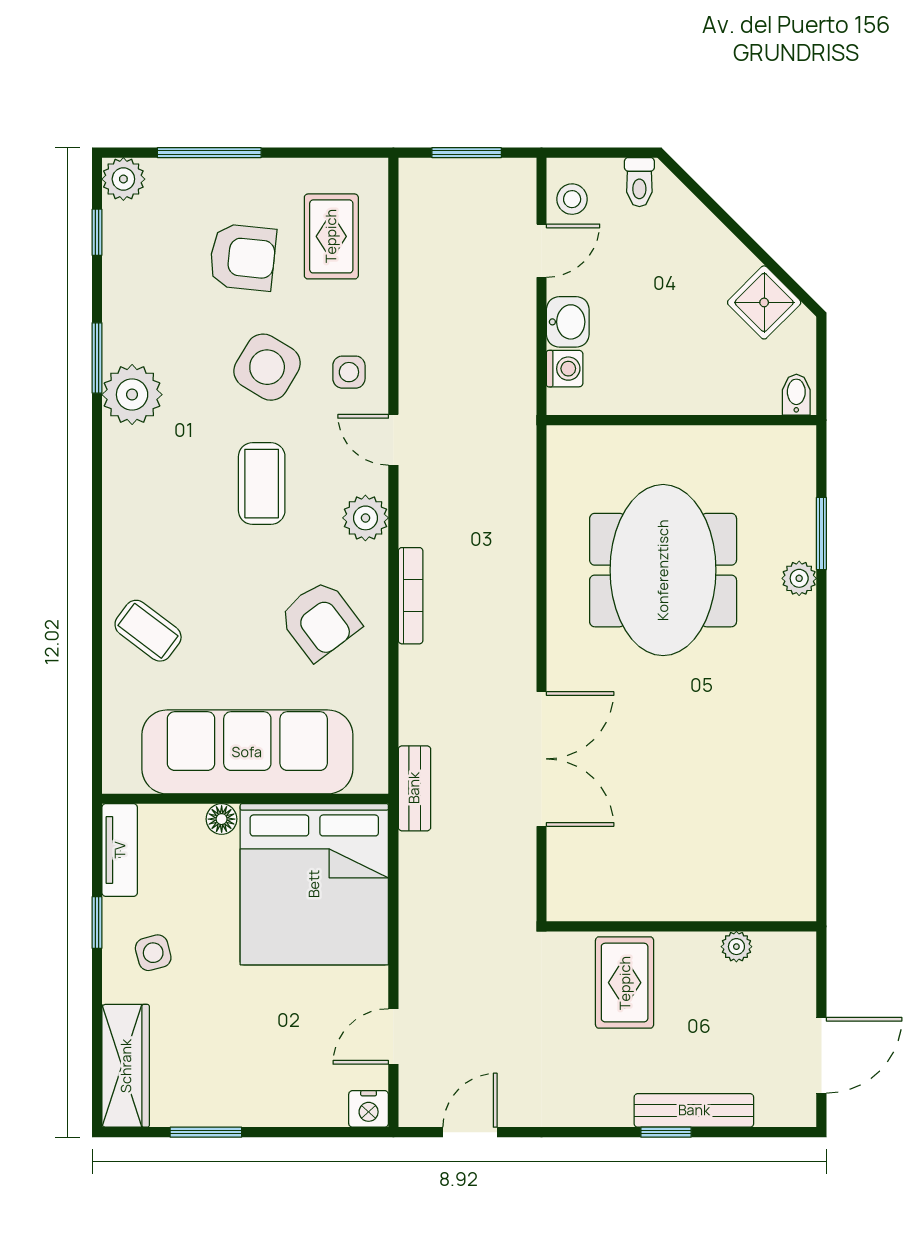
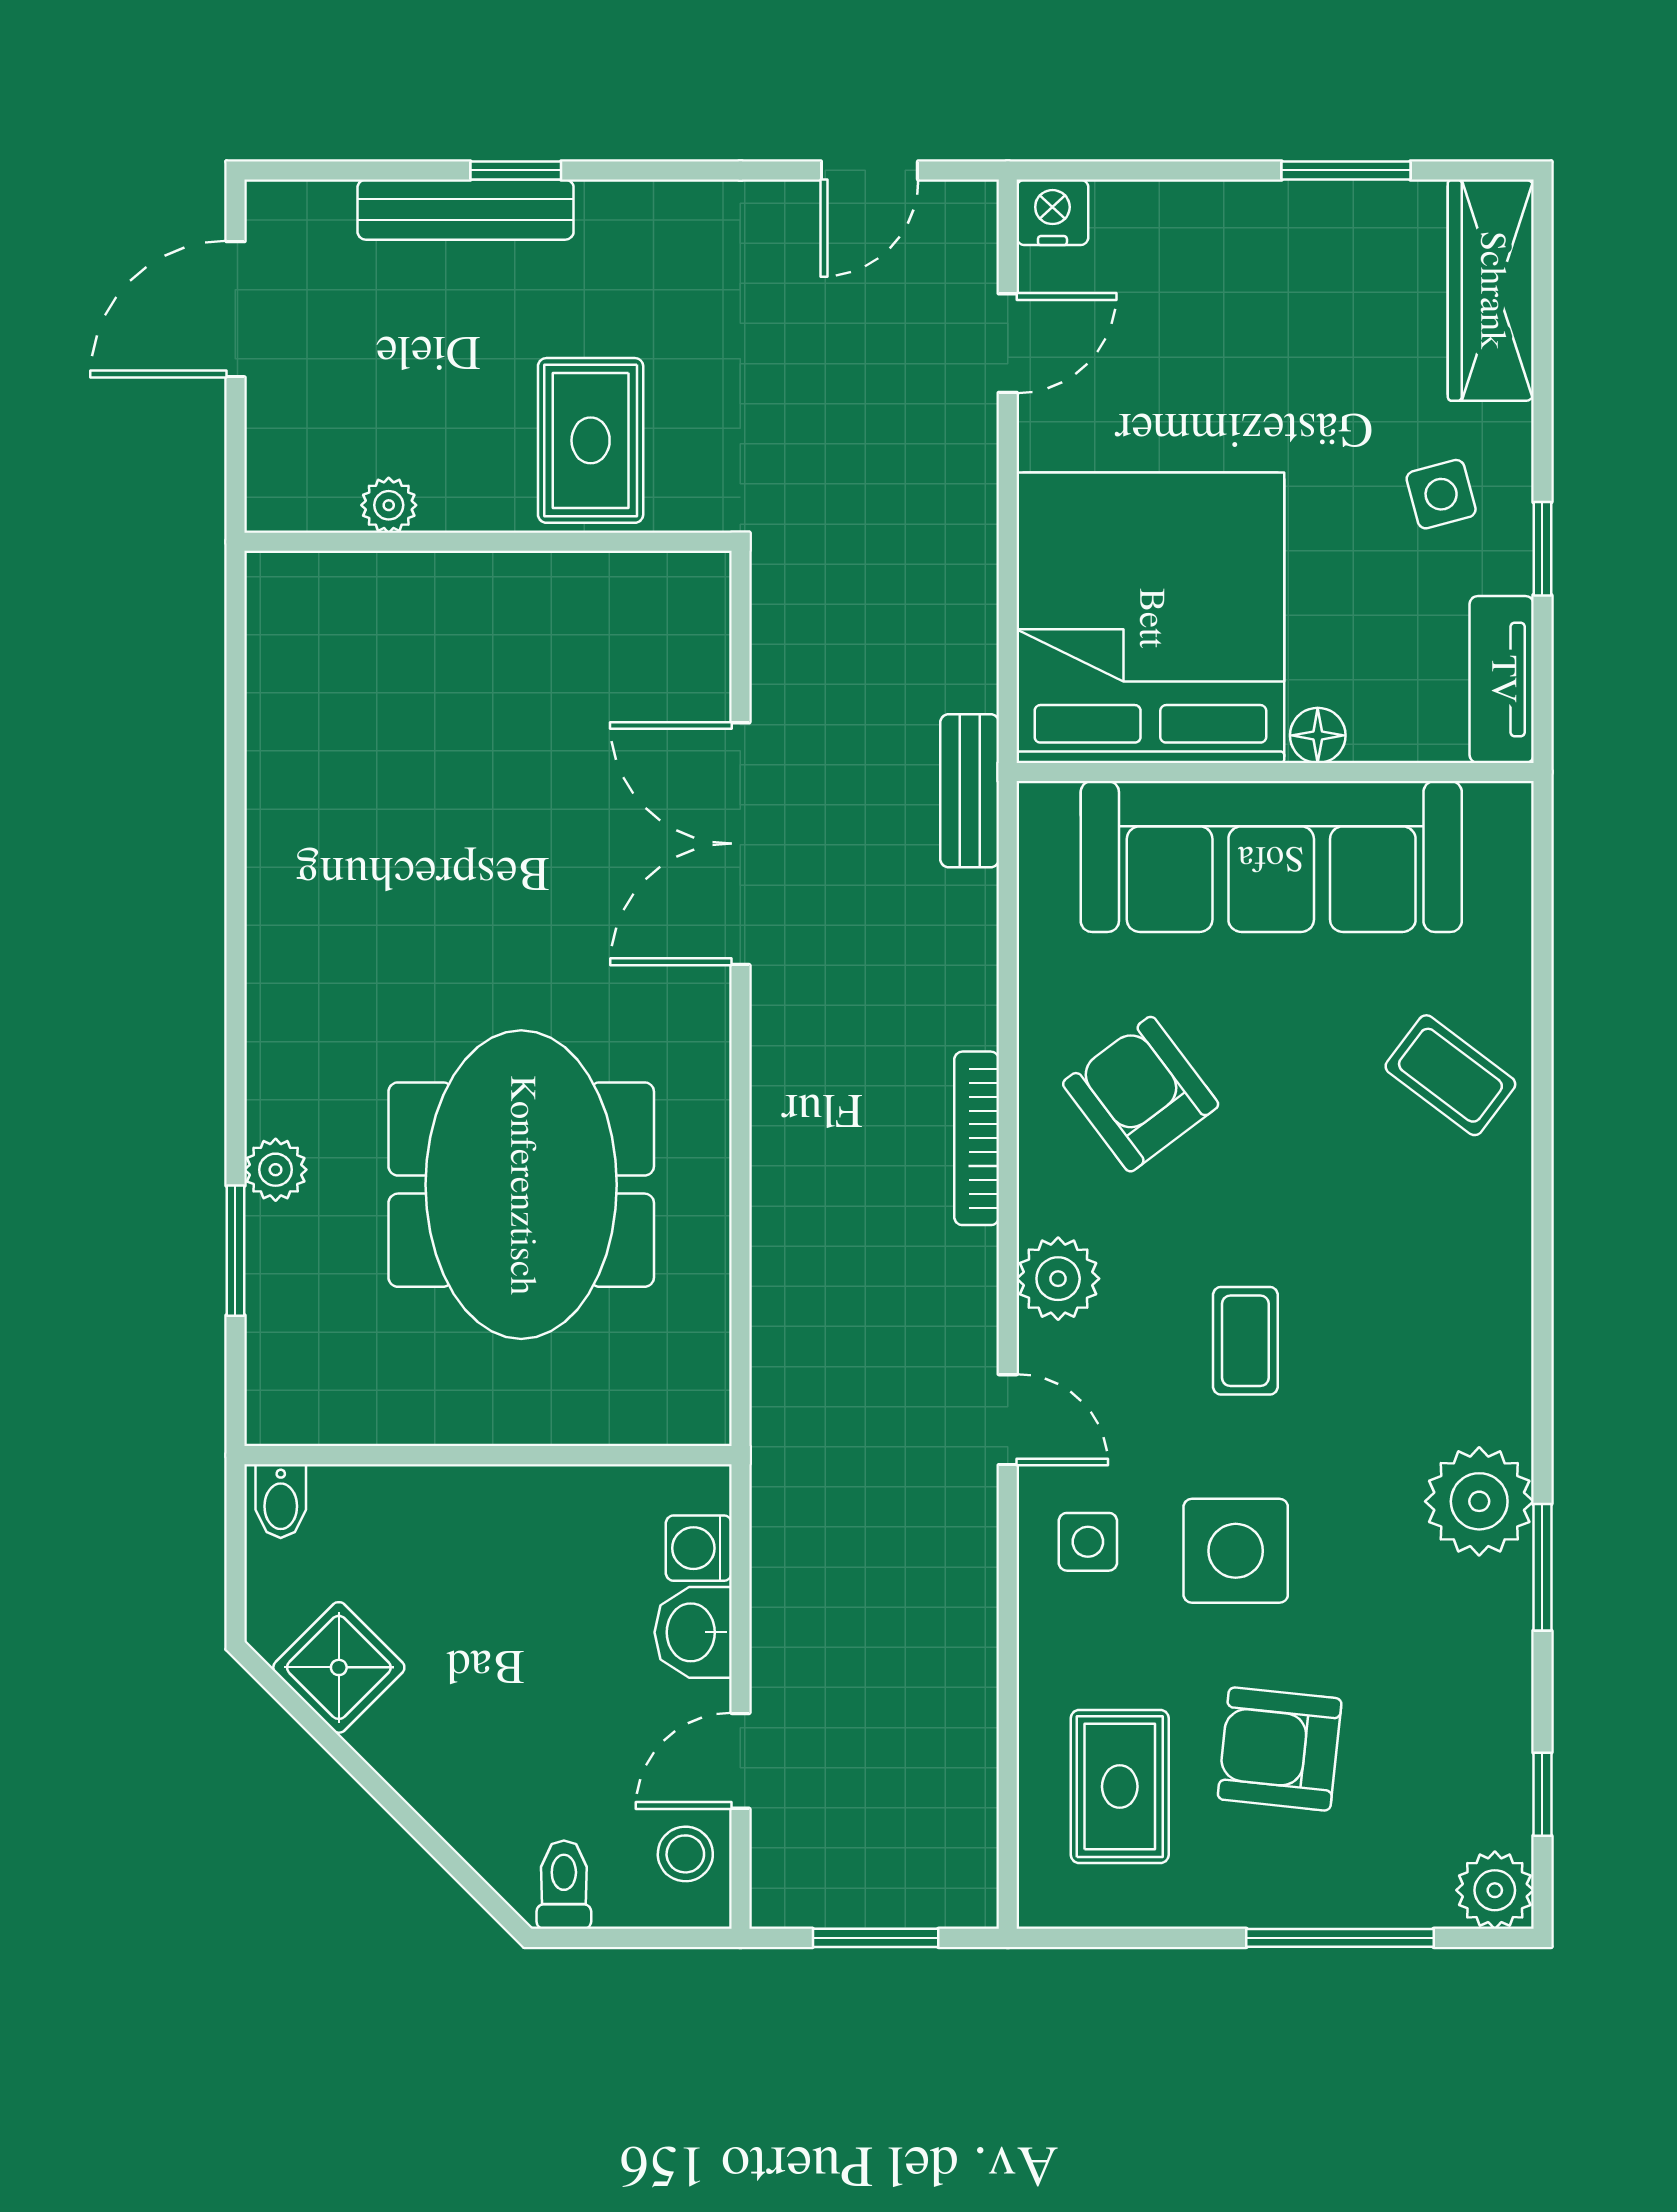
side table: (267, 367) -> (1236, 1551), turned -31
coffee table: (262, 484) -> (1245, 1341), width x0.73, depth x0.77

